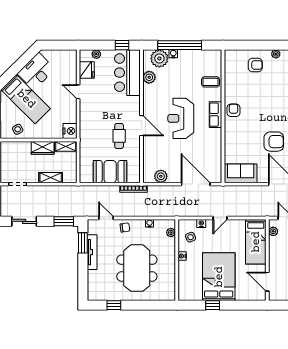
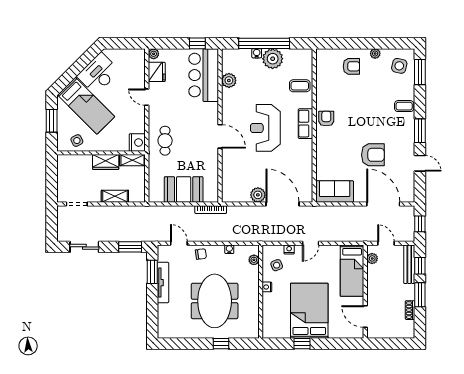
plant: (96, 54) -> (154, 54), moved
plant: (159, 58) -> (273, 59), moved
cafe table: (119, 136) -> (165, 141), moved
plant: (161, 176) -> (258, 195), moved
window: (114, 305) -> (221, 344), moved

